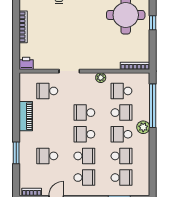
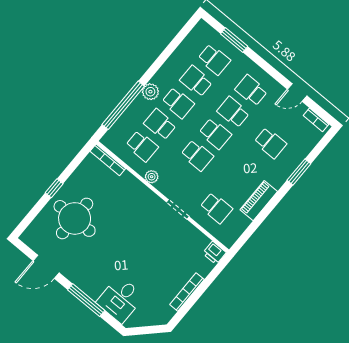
school desk: (121, 178) -> (214, 60), turned 180

